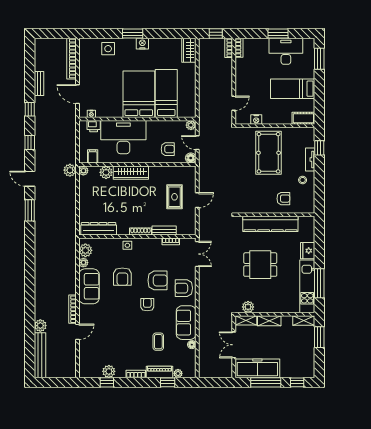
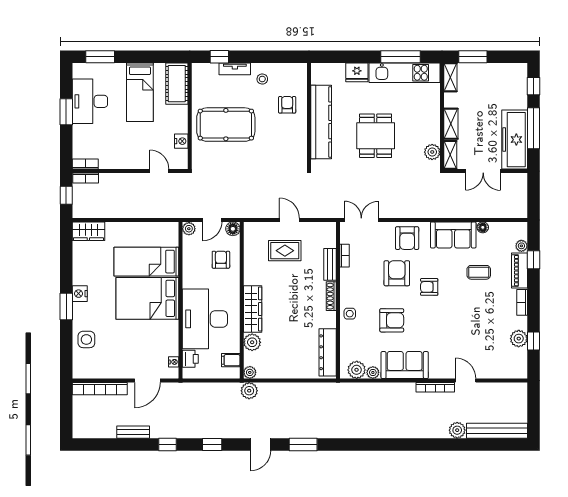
cot: (303, 118) -> (177, 84), width x1.37, depth x1.34

